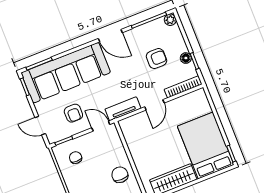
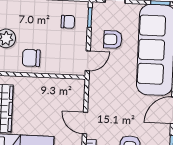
tv unit: (123, 109) -> (95, 90), removed
chair: (120, 175) -> (31, 58), turned 180

